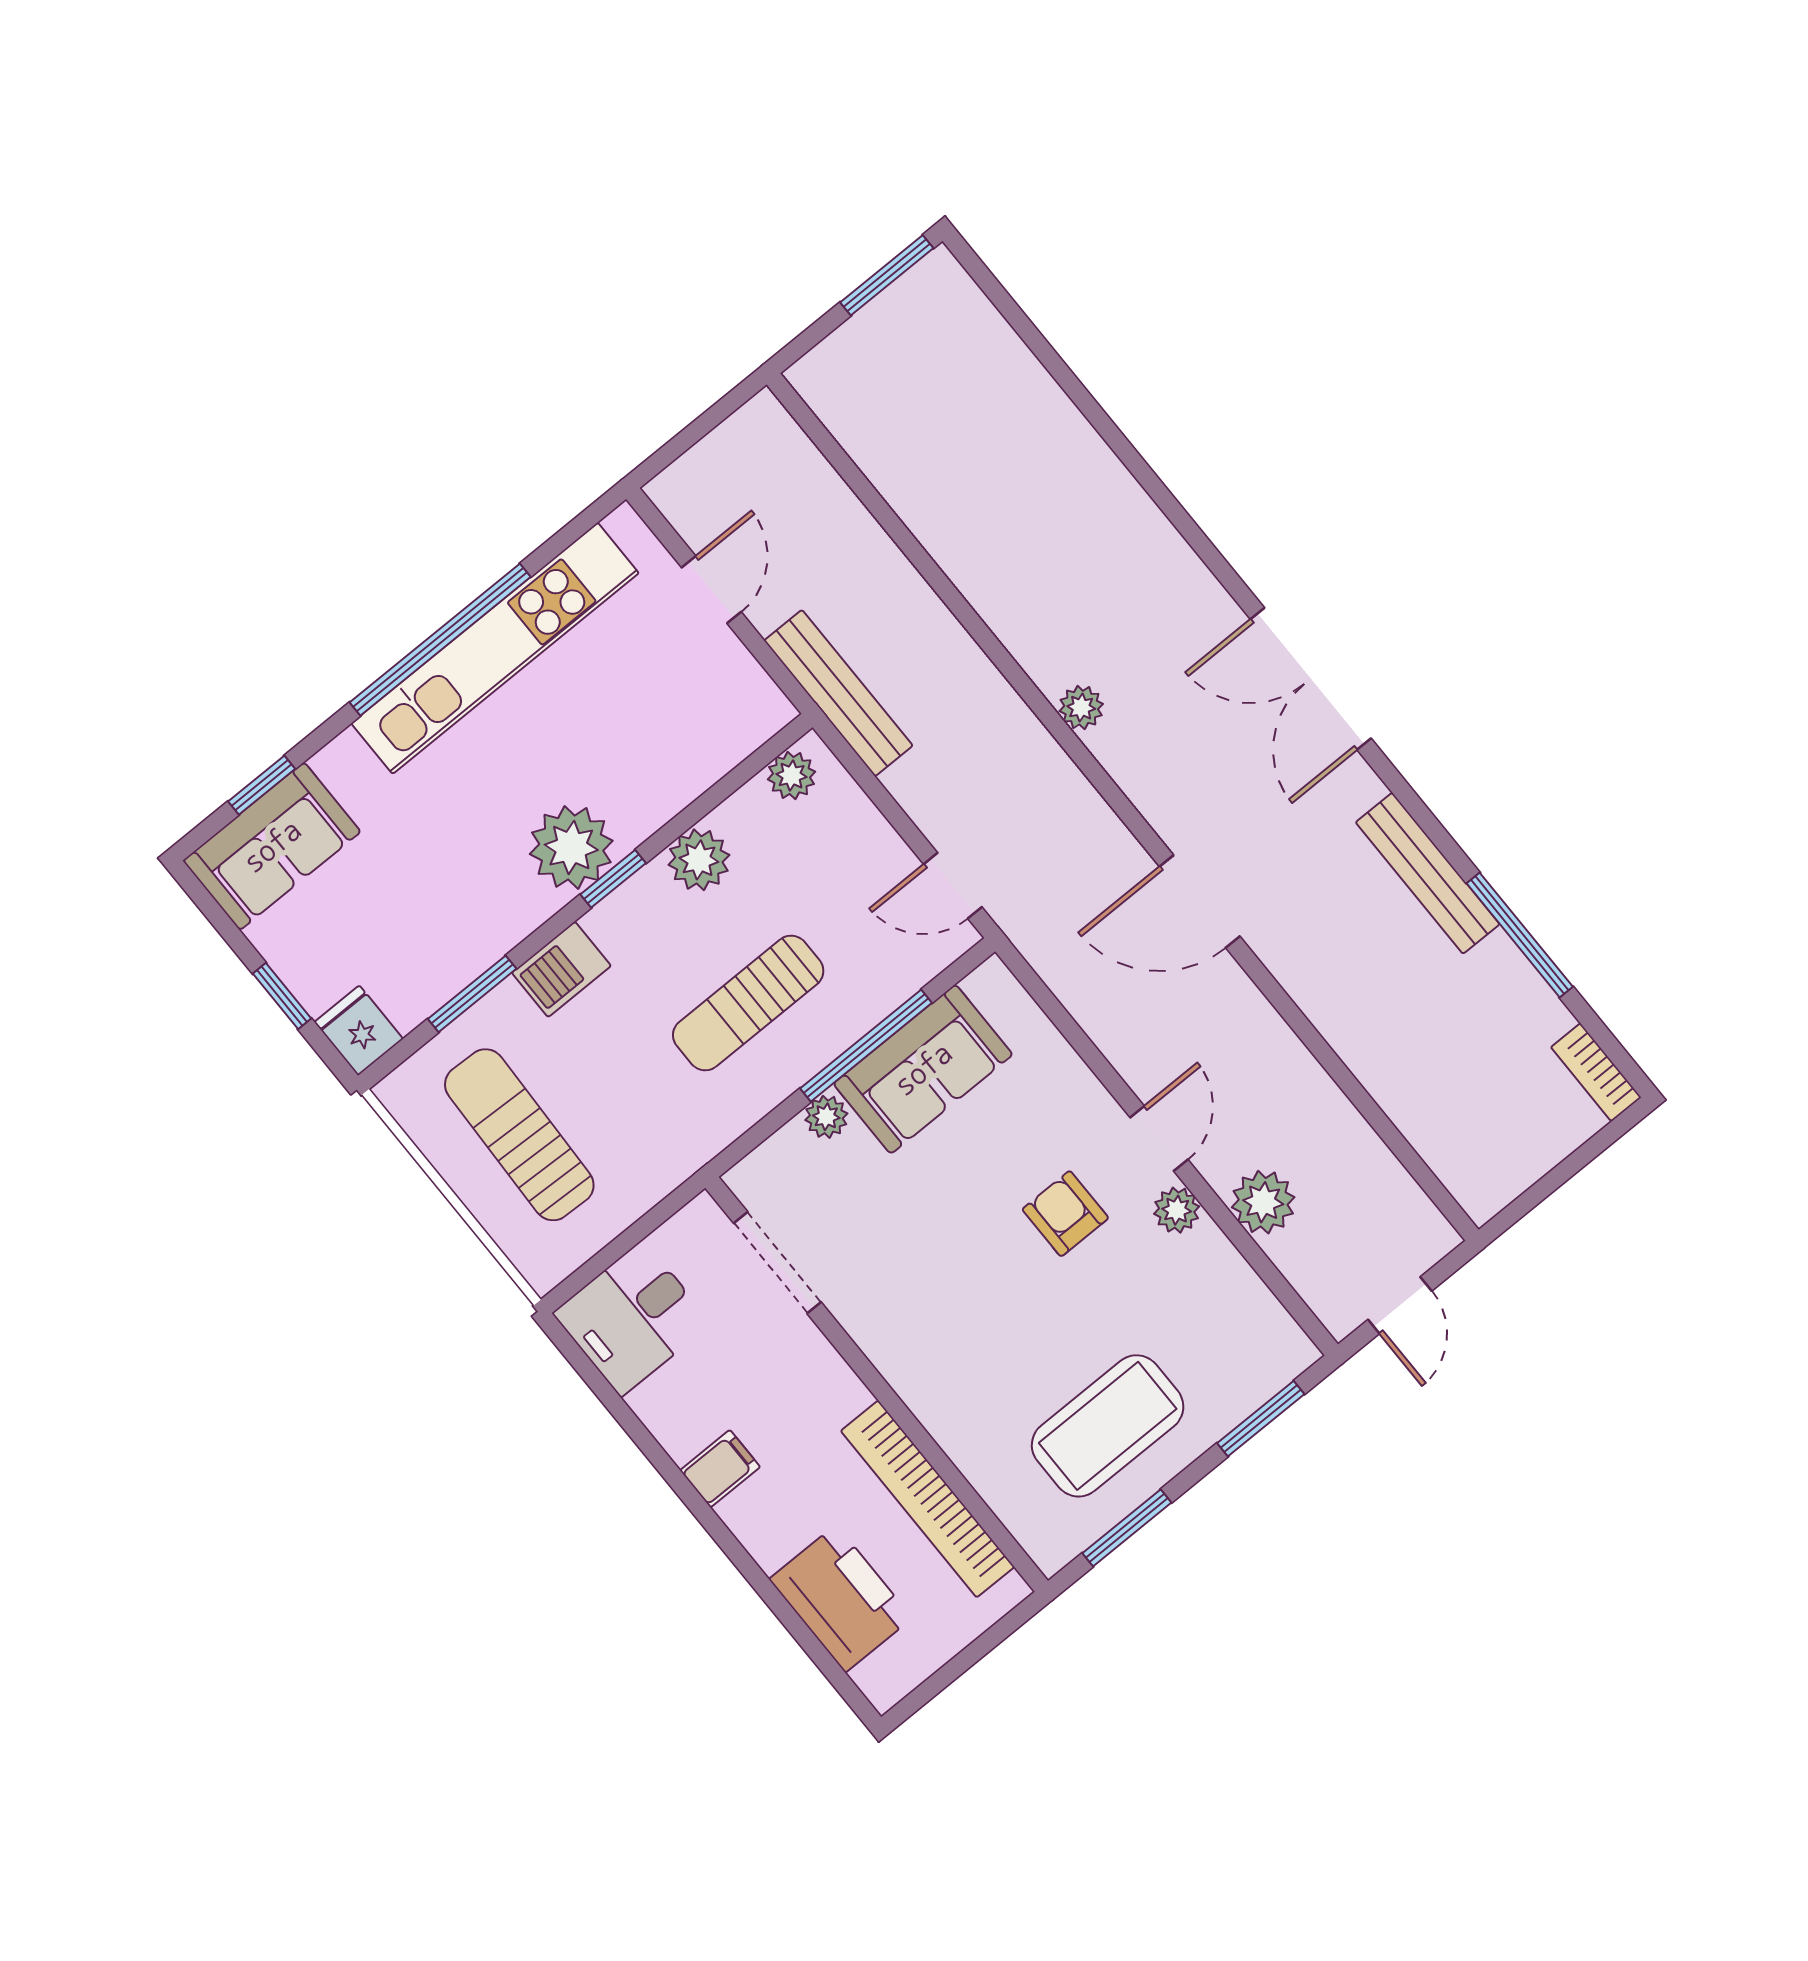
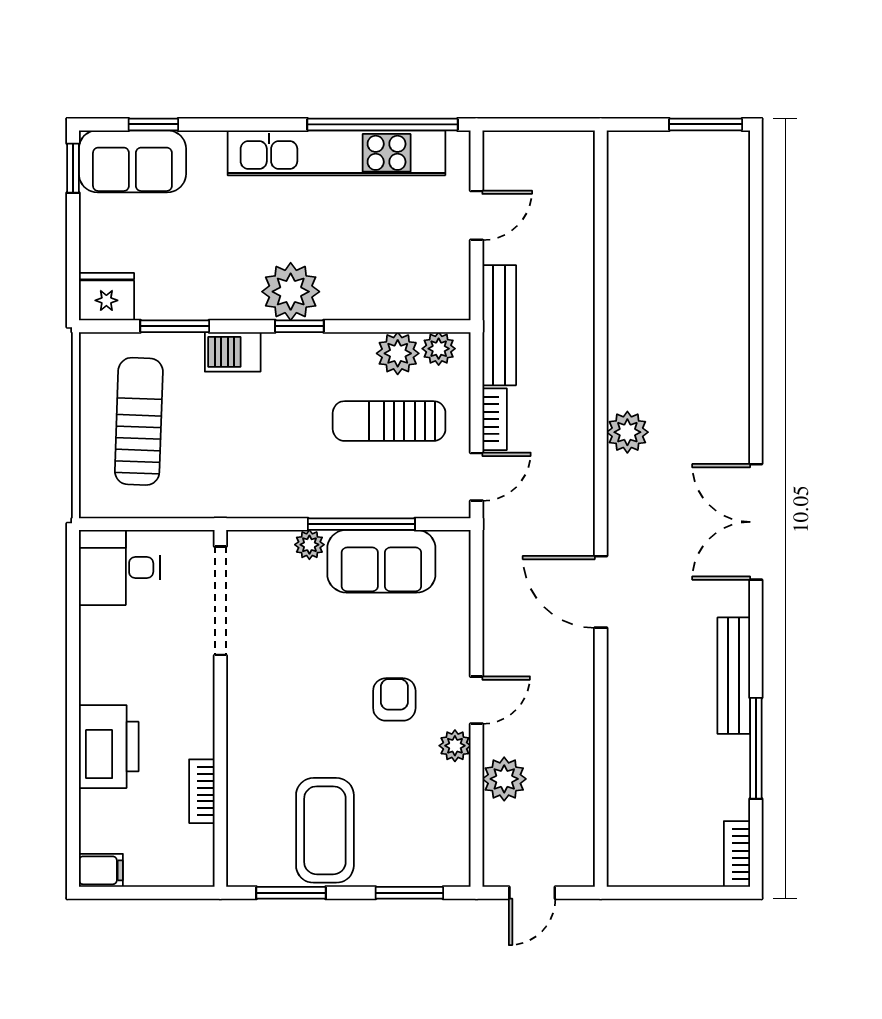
window: (440, 640) -> (382, 124), moved
plant: (1081, 708) -> (627, 432), width x1.38, depth x1.38
bookcase: (920, 804) -> (495, 419), added
plant: (699, 860) -> (398, 353), moved
door: (953, 886) -> (477, 477), swing flipped
window: (282, 996) -> (73, 168), moved
sun lounger: (748, 1003) -> (389, 421), moved
fridge: (359, 1030) -> (106, 297), width x1.38
doorway: (777, 1263) -> (220, 601), width x1.36
coffee table: (1108, 1426) -> (325, 830), turned 90
filing cabinet: (720, 1469) -> (101, 870), moved
bookcase: (928, 1499) -> (202, 791), width x0.43, depth x0.76
printer: (841, 1599) -> (109, 747), moved

